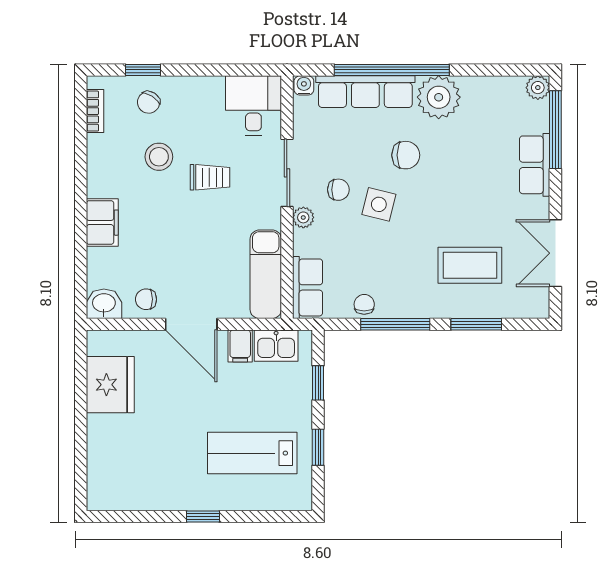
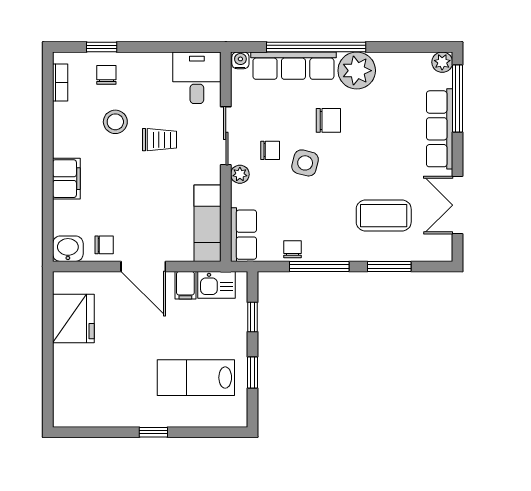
chair: (149, 102) -> (106, 75), turned 147
row of seats: (535, 165) -> (440, 129), width x1.48
chair: (146, 299) -> (104, 245), turned 180

